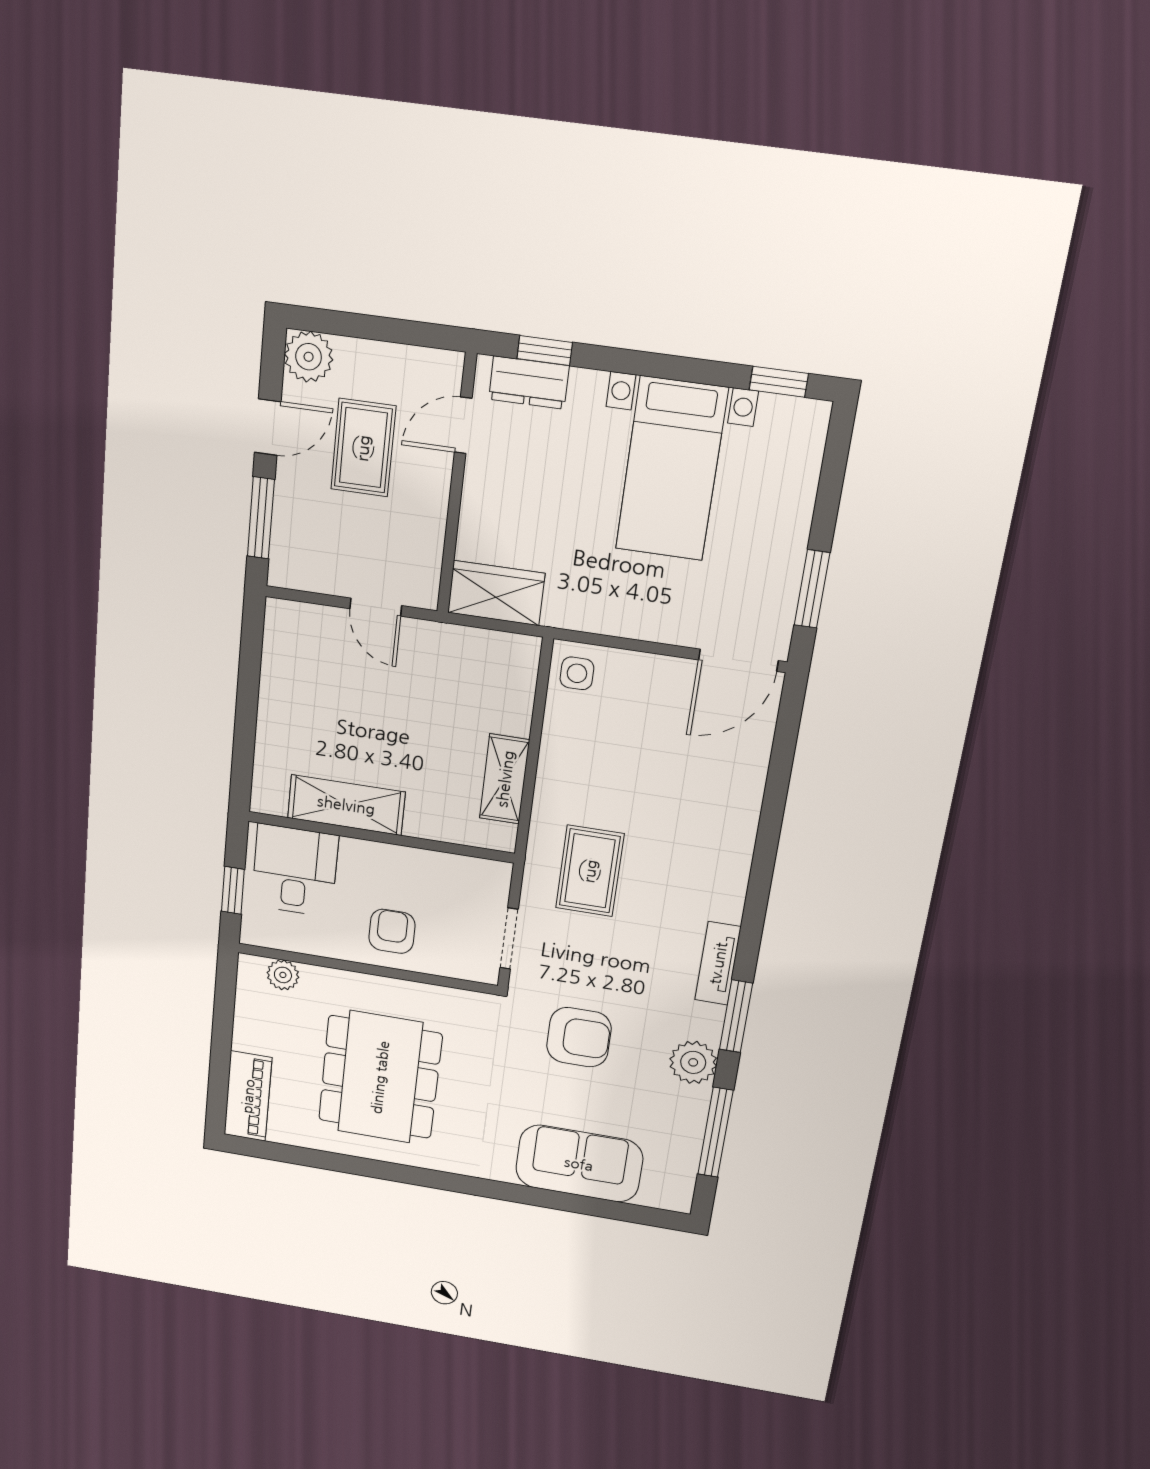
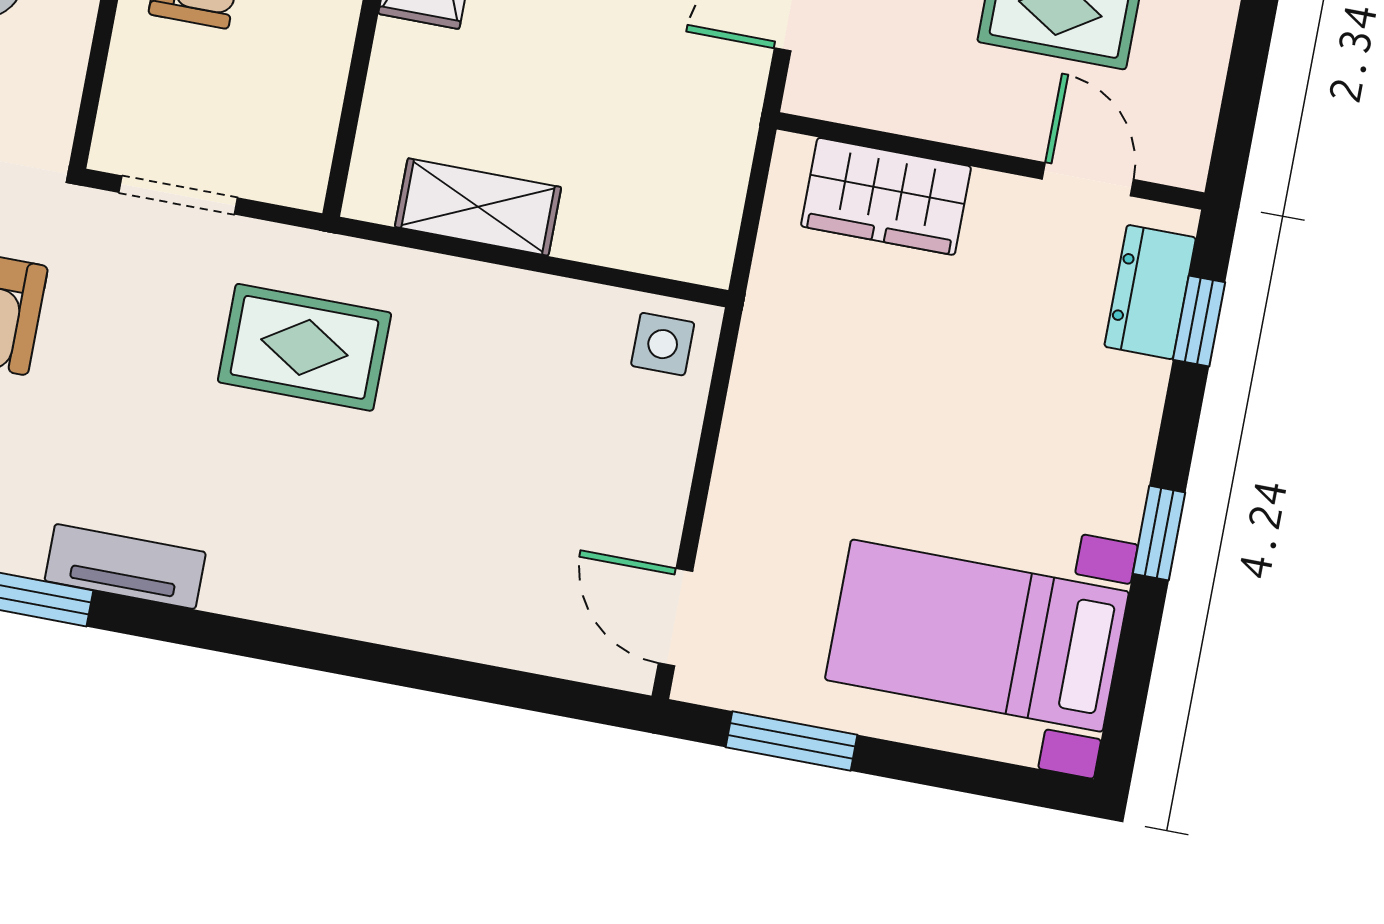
window: (779, 382) -> (1159, 533), moved
bed with nightstands: (671, 469) -> (977, 636), moved
wardrobe: (496, 593) -> (886, 196), moved, turned 90
door: (738, 660) -> (675, 617), width x0.73

